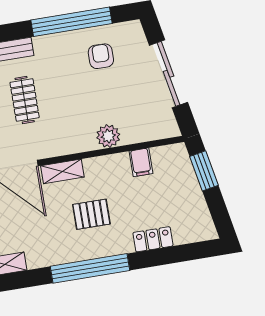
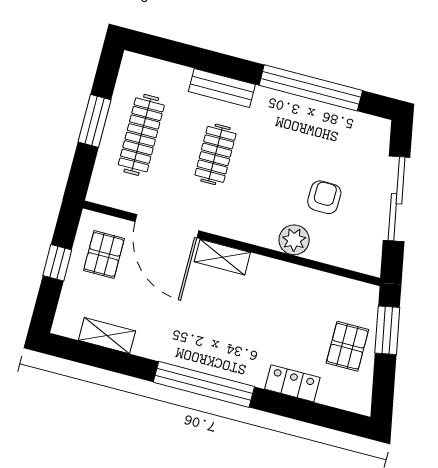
armchair: (101, 56) -> (324, 197), moved
filing cabinet: (141, 162) -> (318, 287), removed
pallet: (91, 214) -> (347, 346), moved, turned 90

